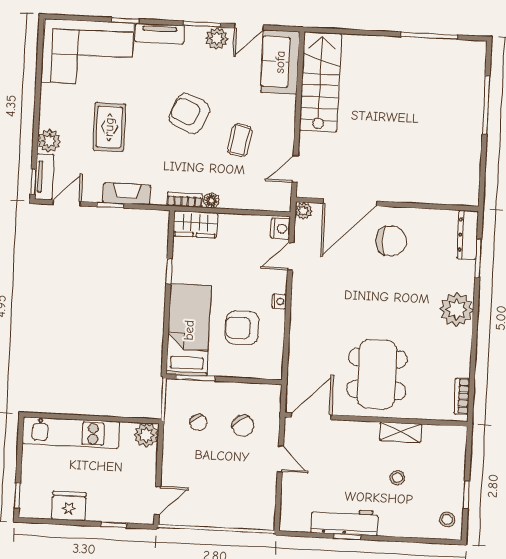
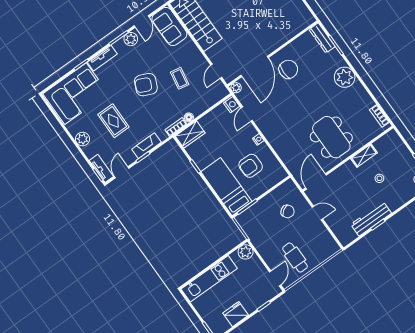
plant: (49, 141) -> (83, 139), moved
chair: (198, 422) -> (265, 226), removed
cafe table: (205, 494) -> (295, 258), added

